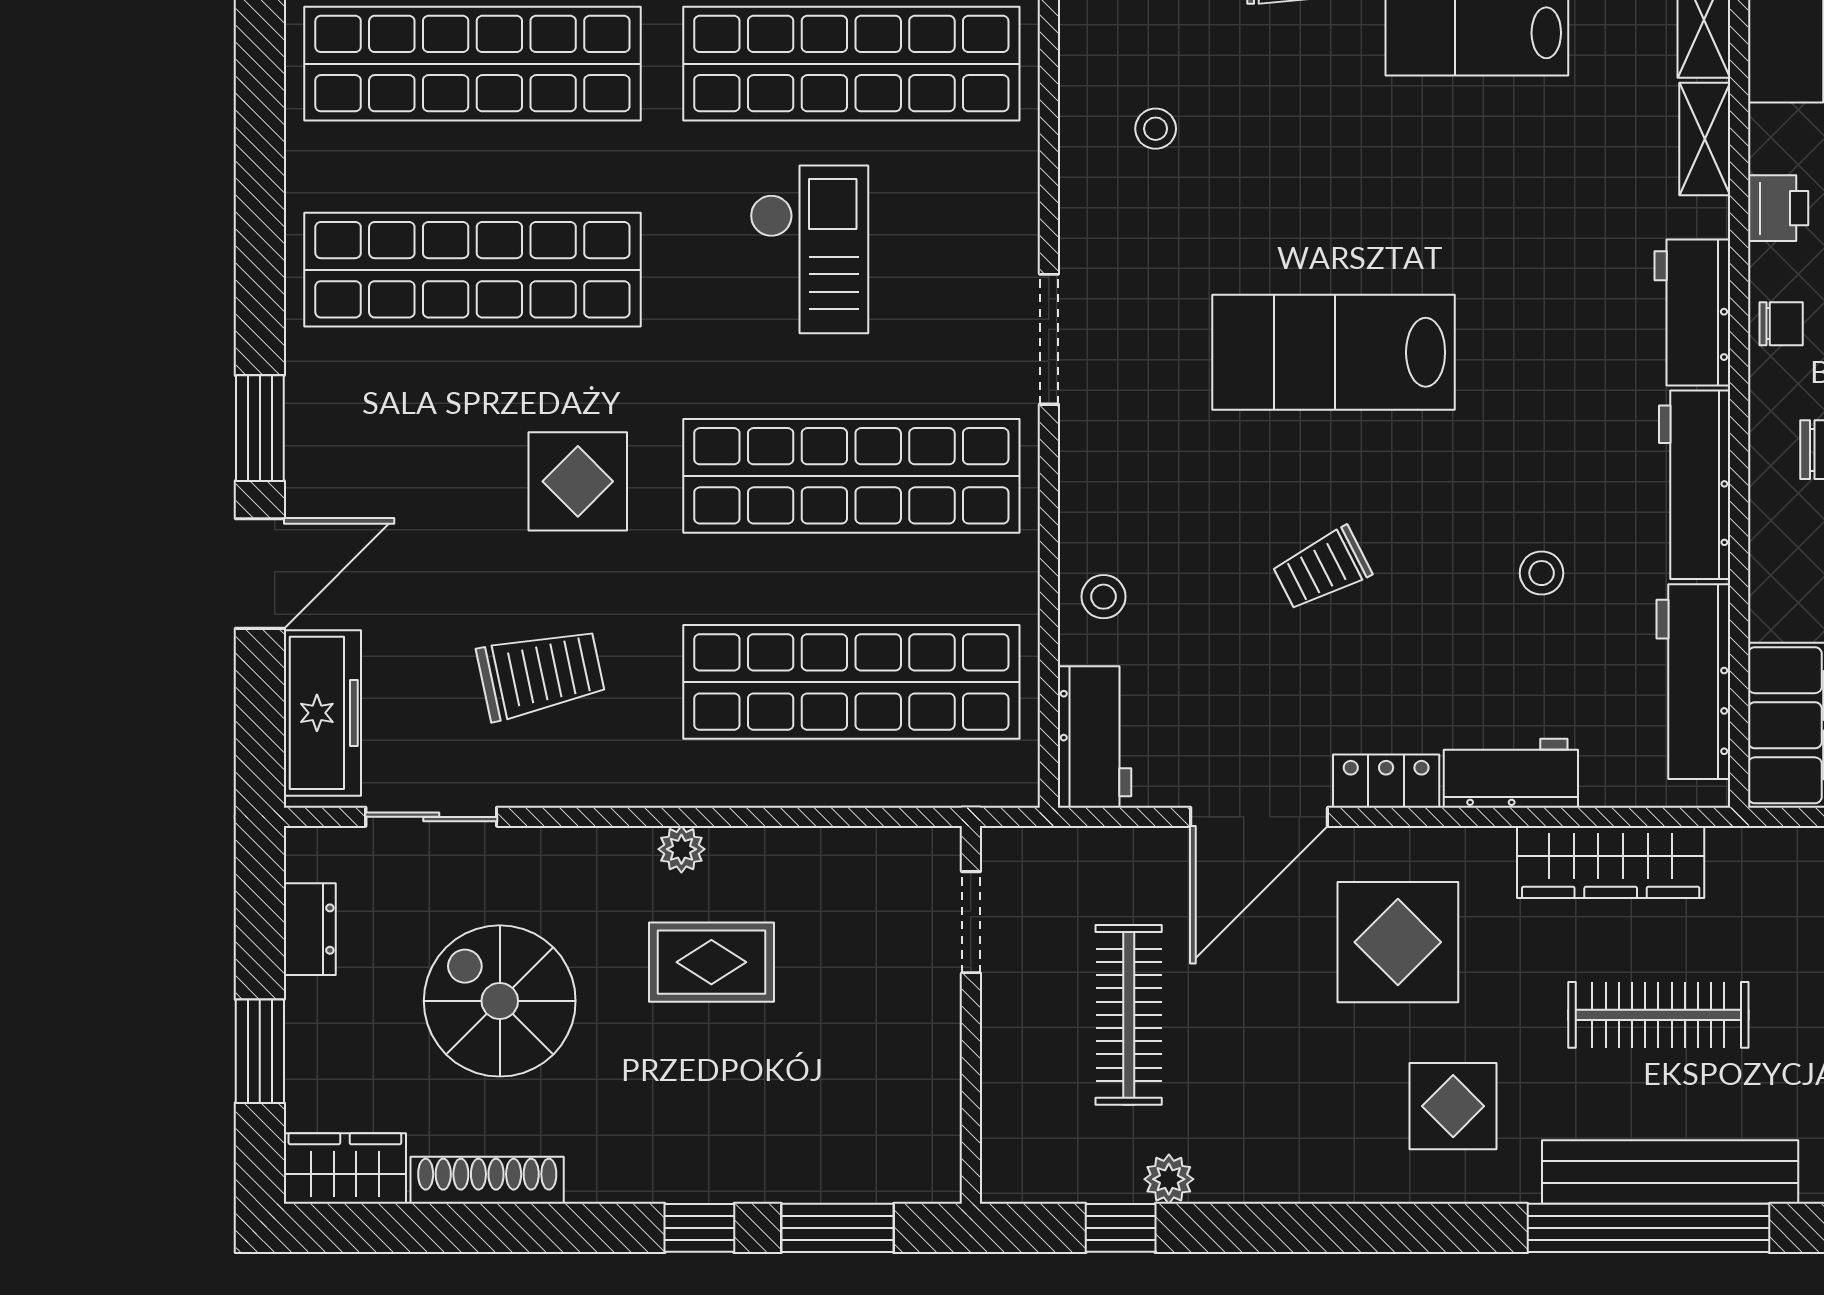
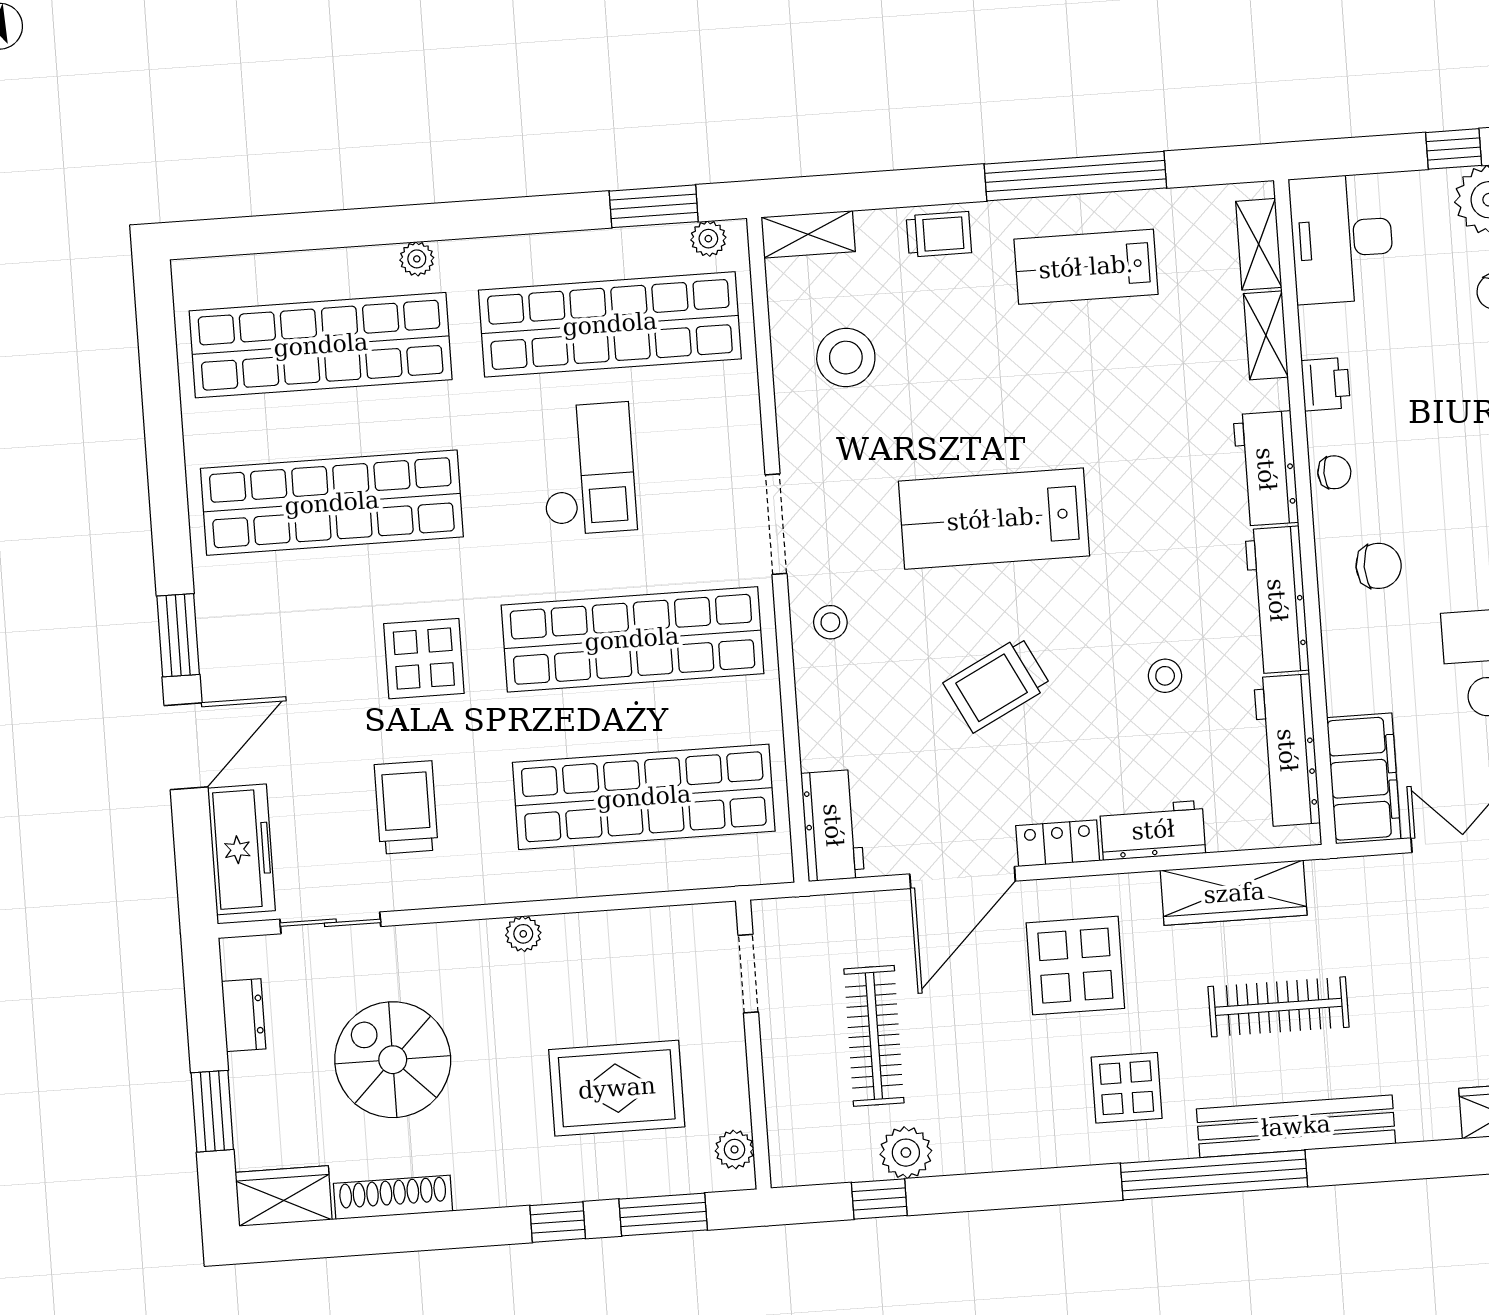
stool: (1156, 129) -> (846, 358), width x1.89, depth x1.89
trolley: (1322, 569) -> (997, 684), width x1.36, depth x1.39
stool: (1104, 597) -> (830, 622), moved
trolley: (541, 674) -> (406, 807), turned -78
rug: (711, 962) -> (617, 1088), moved, width x1.36, depth x1.43
plant: (937, 1150) -> (734, 1149), added
plant: (1169, 1179) -> (906, 1153), width x1.38, depth x1.38
window: (1648, 1228) -> (1214, 1175), moved

